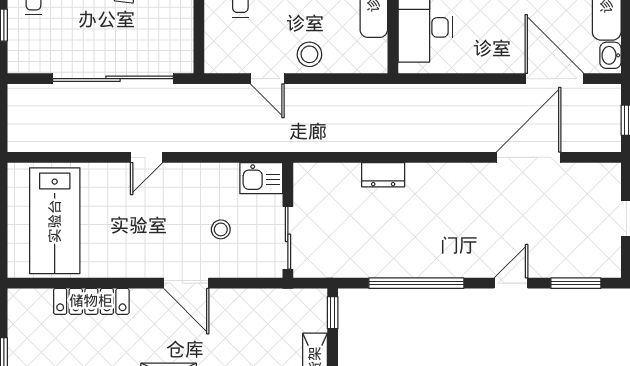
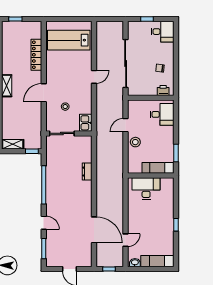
door: (554, 79) -> (126, 240), width x0.53
door: (147, 157) -> (94, 77), swing flipped

